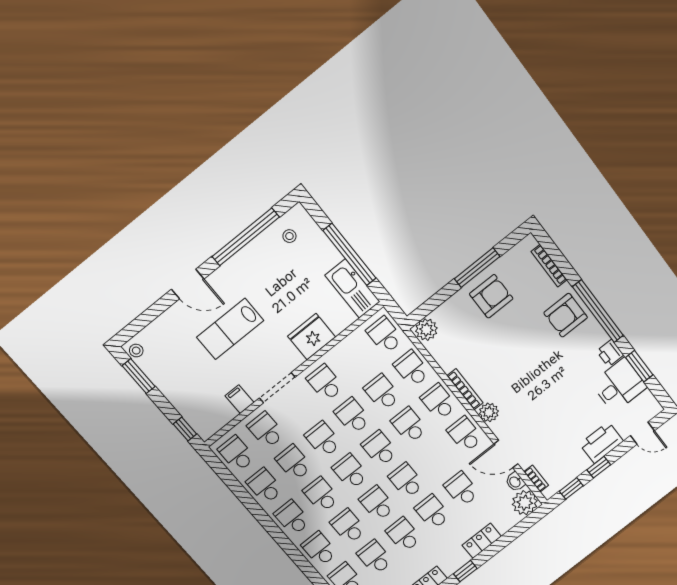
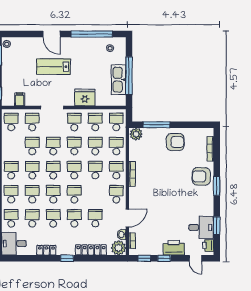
window: (477, 268) -> (156, 125), moved
kitchen sink: (352, 288) -> (119, 80), moved
window: (598, 311) -> (217, 186), width x0.47
printer: (610, 353) -> (208, 246), moved
filing cabinet: (239, 399) -> (20, 99), moved
plant: (489, 412) -> (135, 193), removed
door: (506, 454) -> (127, 218), swing flipped
school desk: (265, 486) -> (95, 122), moved
locker: (482, 541) -> (91, 250), width x1.53

